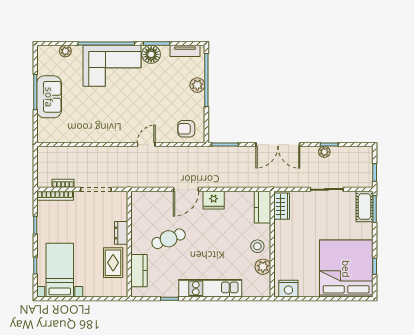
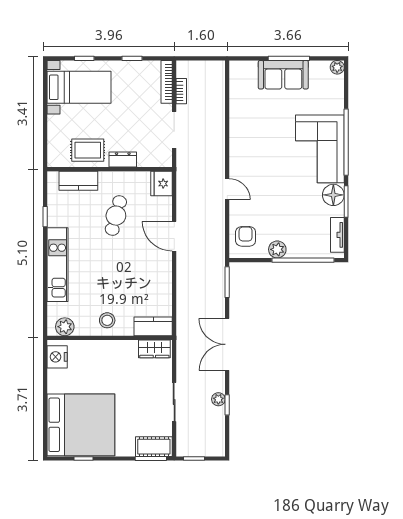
plant: (65, 51) -> (337, 67), moved
plant: (197, 85) -> (277, 249), moved
fridge: (214, 200) -> (161, 184), moved
cafe table: (169, 239) -> (116, 216), turned 36
plant: (263, 267) -> (65, 327), moved

